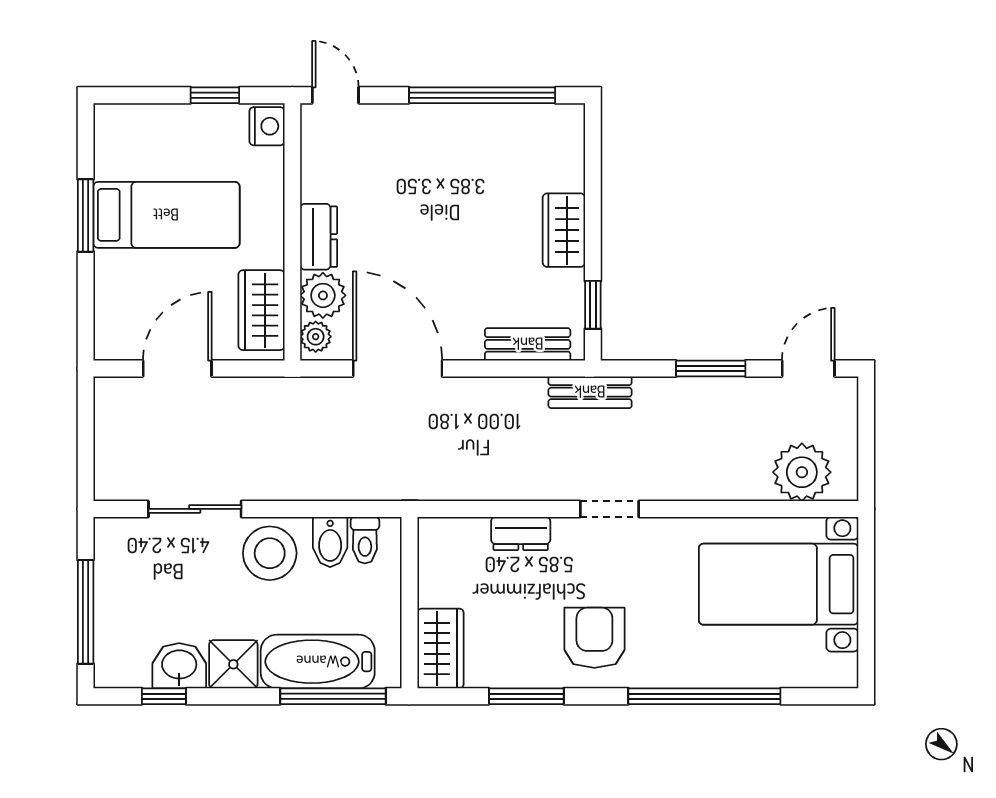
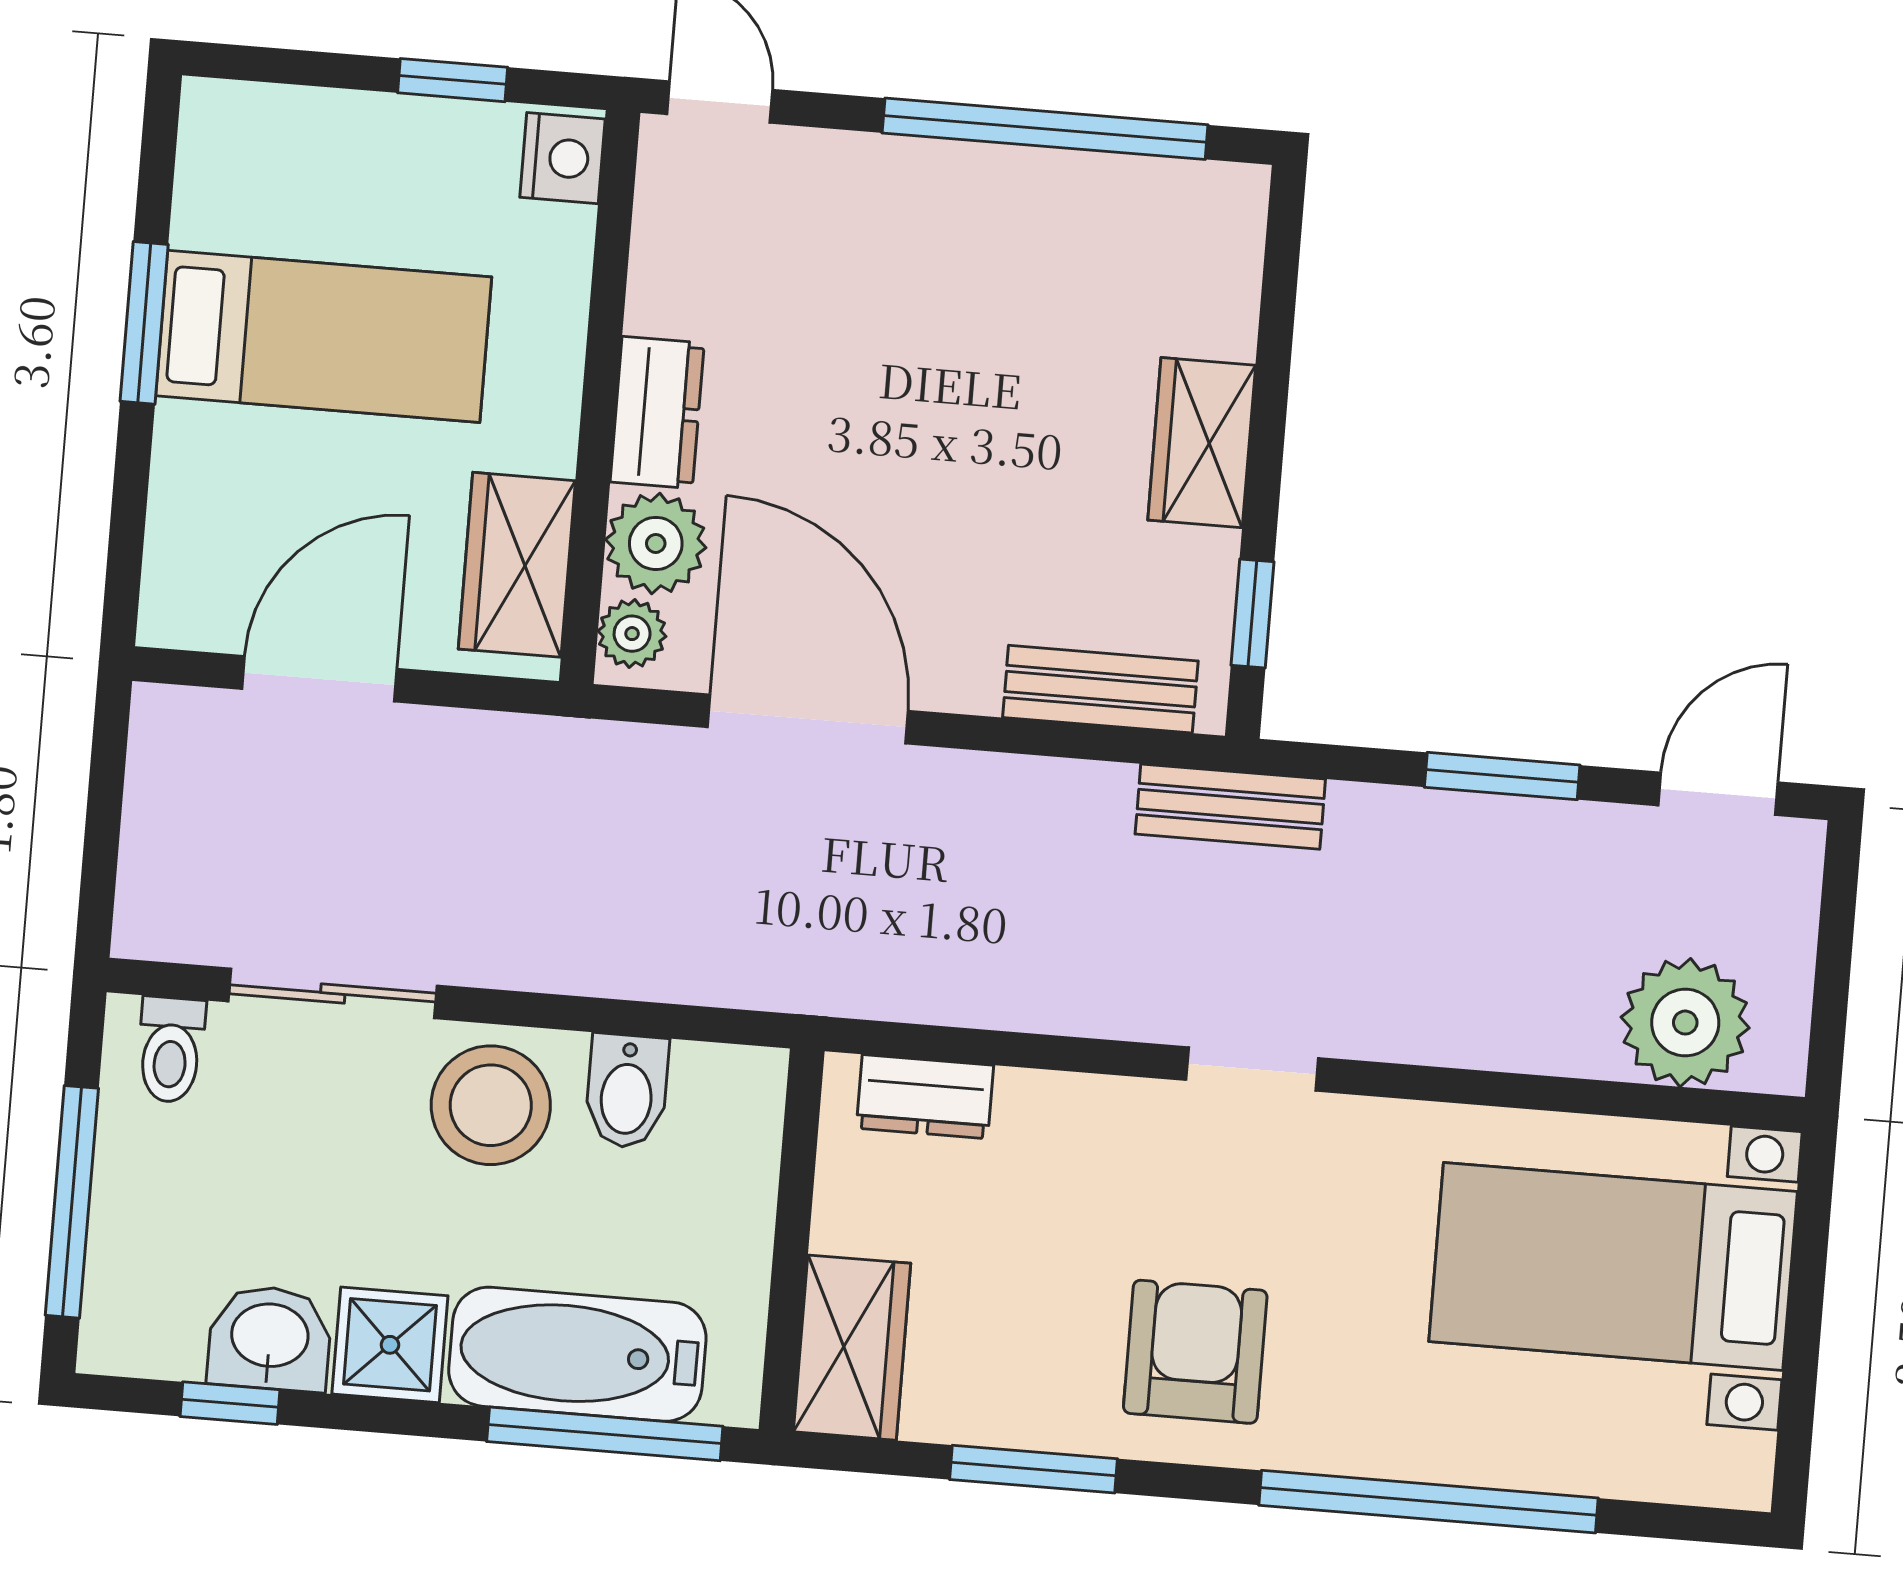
dresser: (521, 533) -> (925, 1097), moved
toilet: (365, 540) -> (171, 1050), moved

